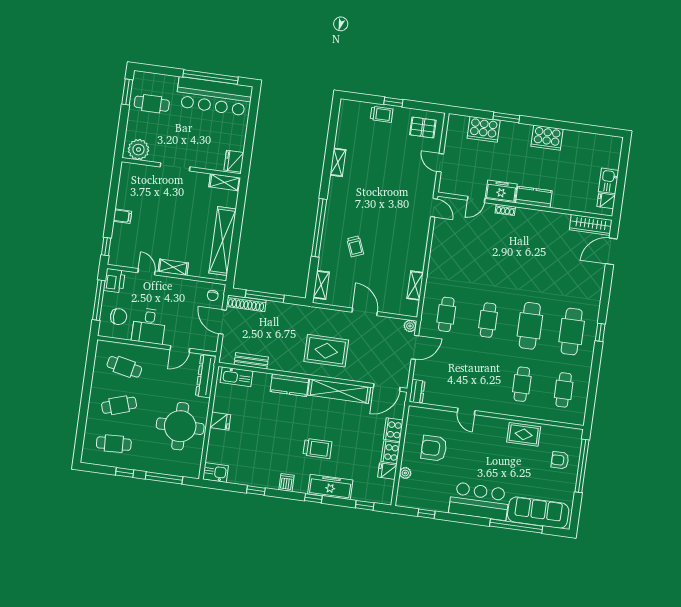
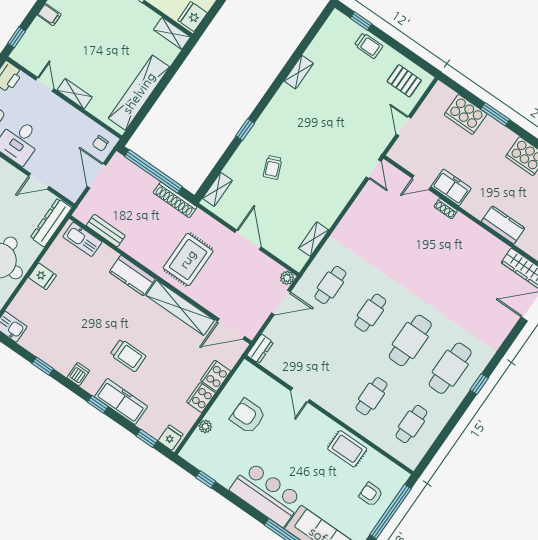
window: (393, 102) -> (361, 21), moved
kitchen counter: (534, 197) -> (503, 225), moved
window: (319, 228) -> (245, 129), width x0.32
window: (265, 296) -> (153, 171), width x1.46
shoe rack: (246, 303) -> (175, 200), moved
rug: (326, 351) -> (188, 259), turned 90
fridge: (387, 471) -> (171, 438), moved, turned 90

